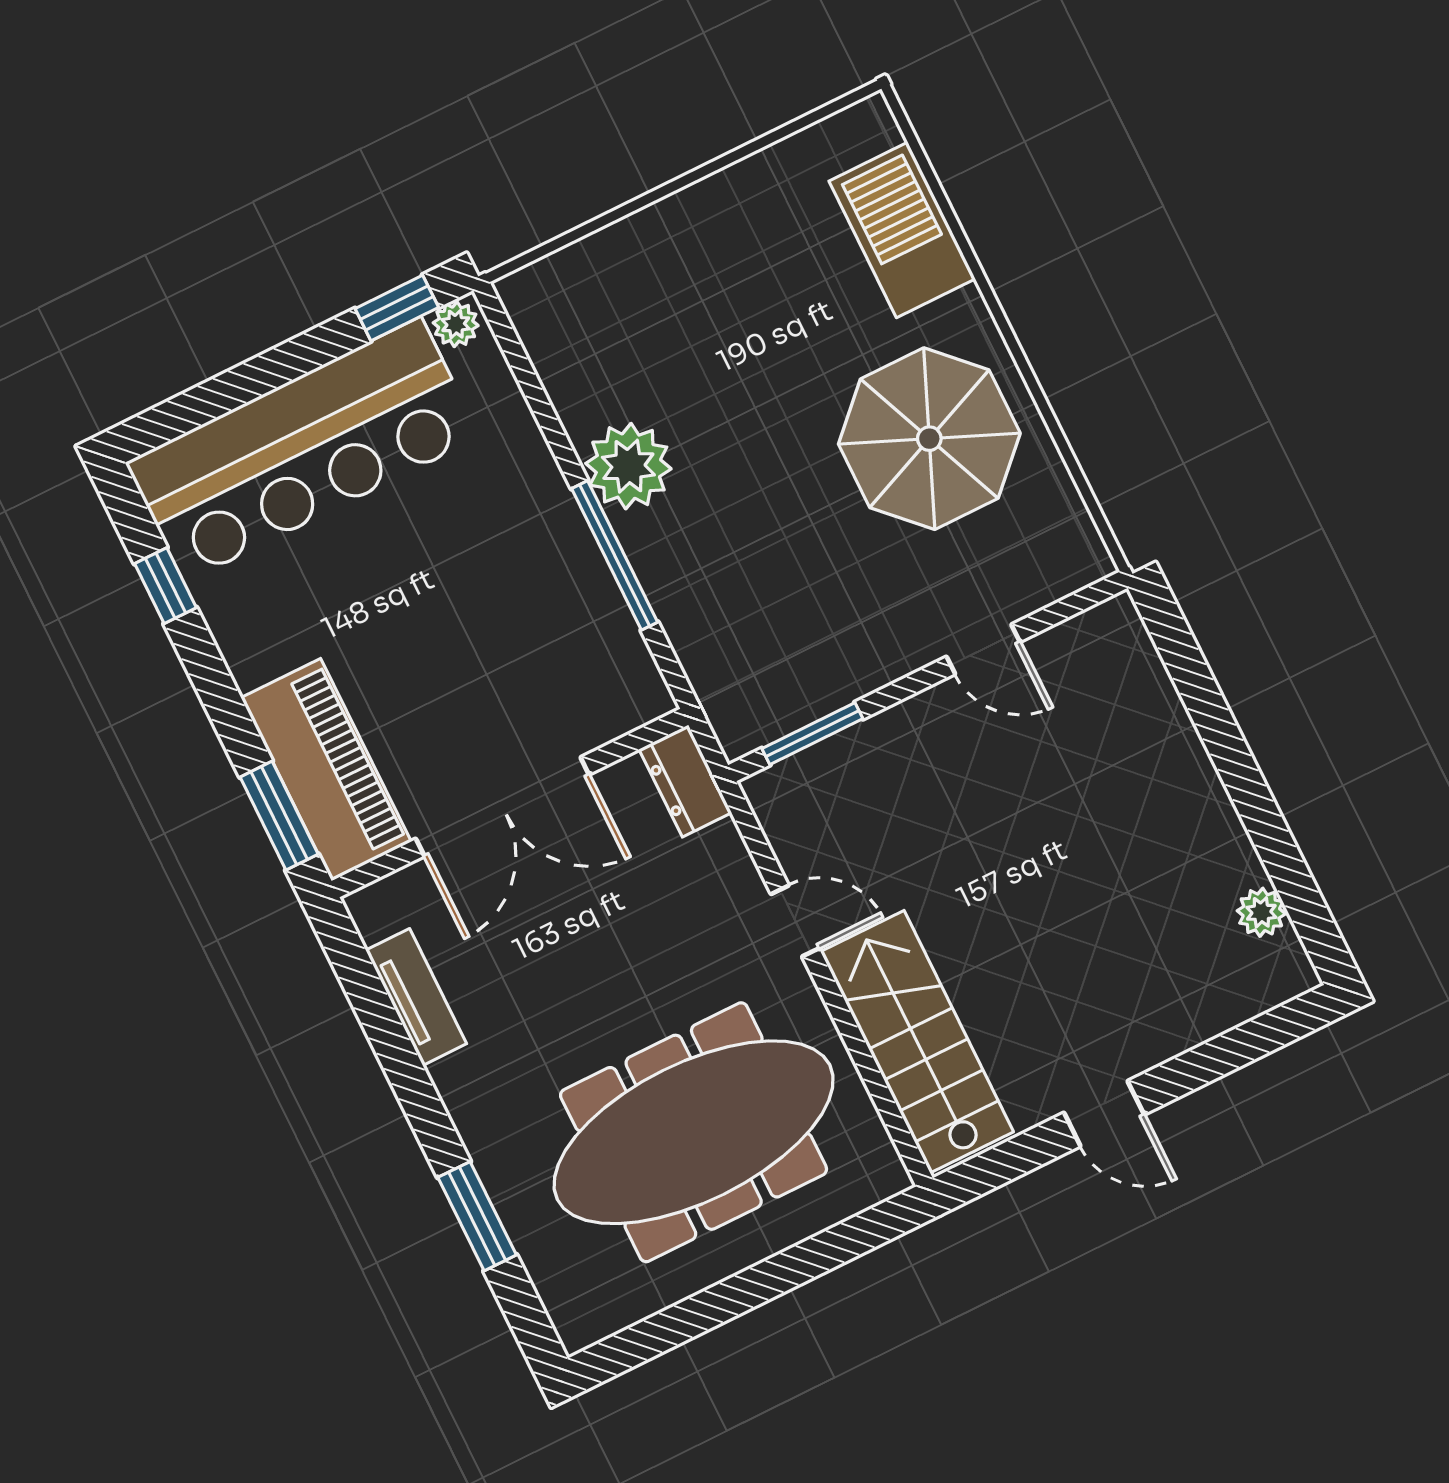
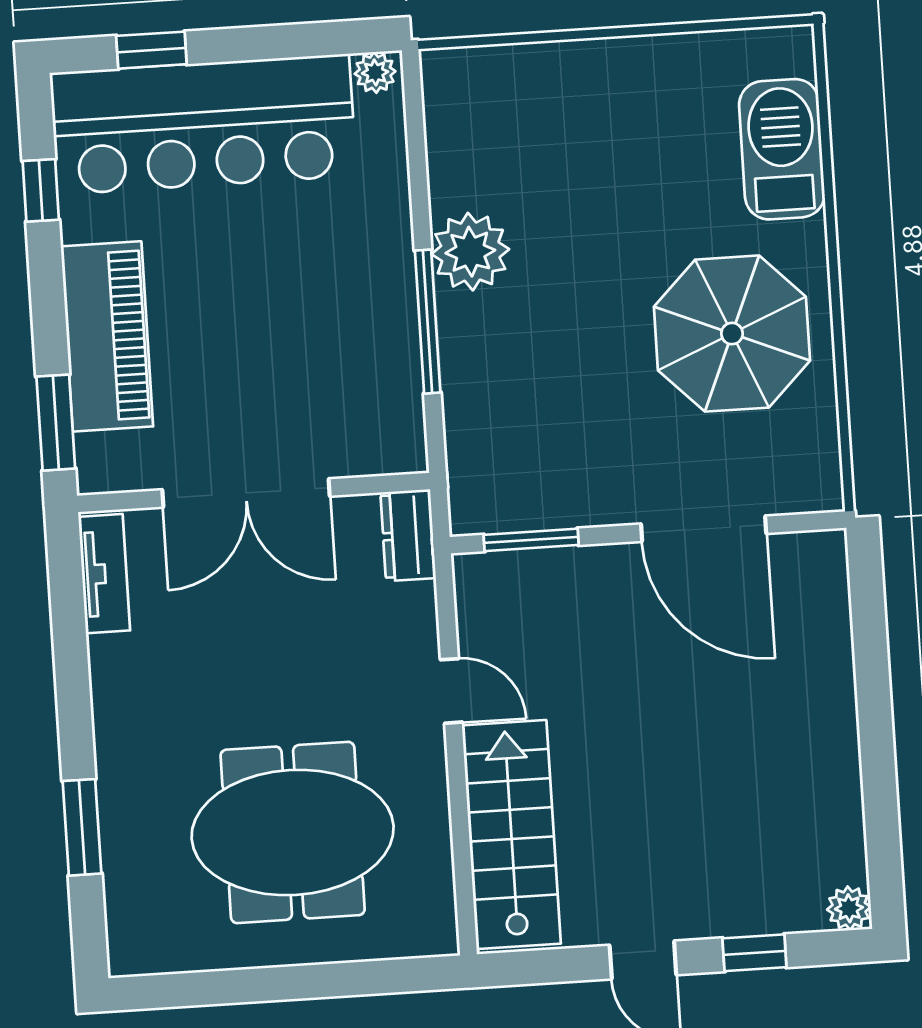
window: (397, 308) -> (151, 50), moved
door: (983, 649) -> (704, 529), width x1.88
piano: (326, 770) -> (107, 336), moved
plant: (1261, 912) -> (849, 908), moved
tv unit: (416, 997) -> (104, 574), moved
window: (1214, 1059) -> (754, 953), added
meeting table: (694, 1132) -> (293, 832), width x0.73

